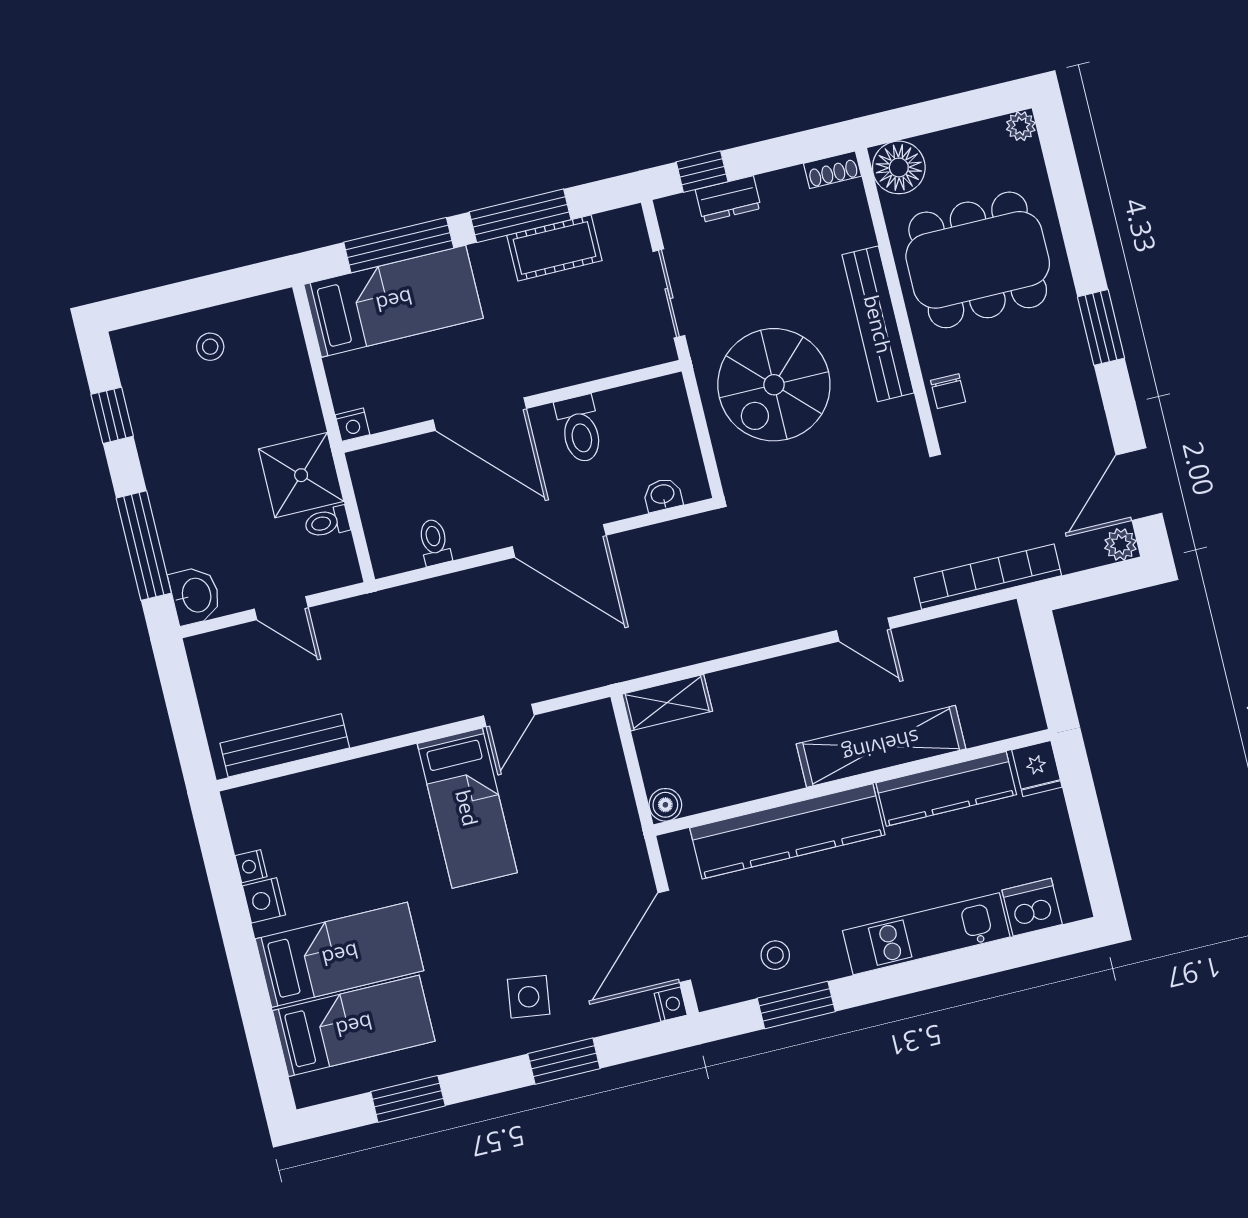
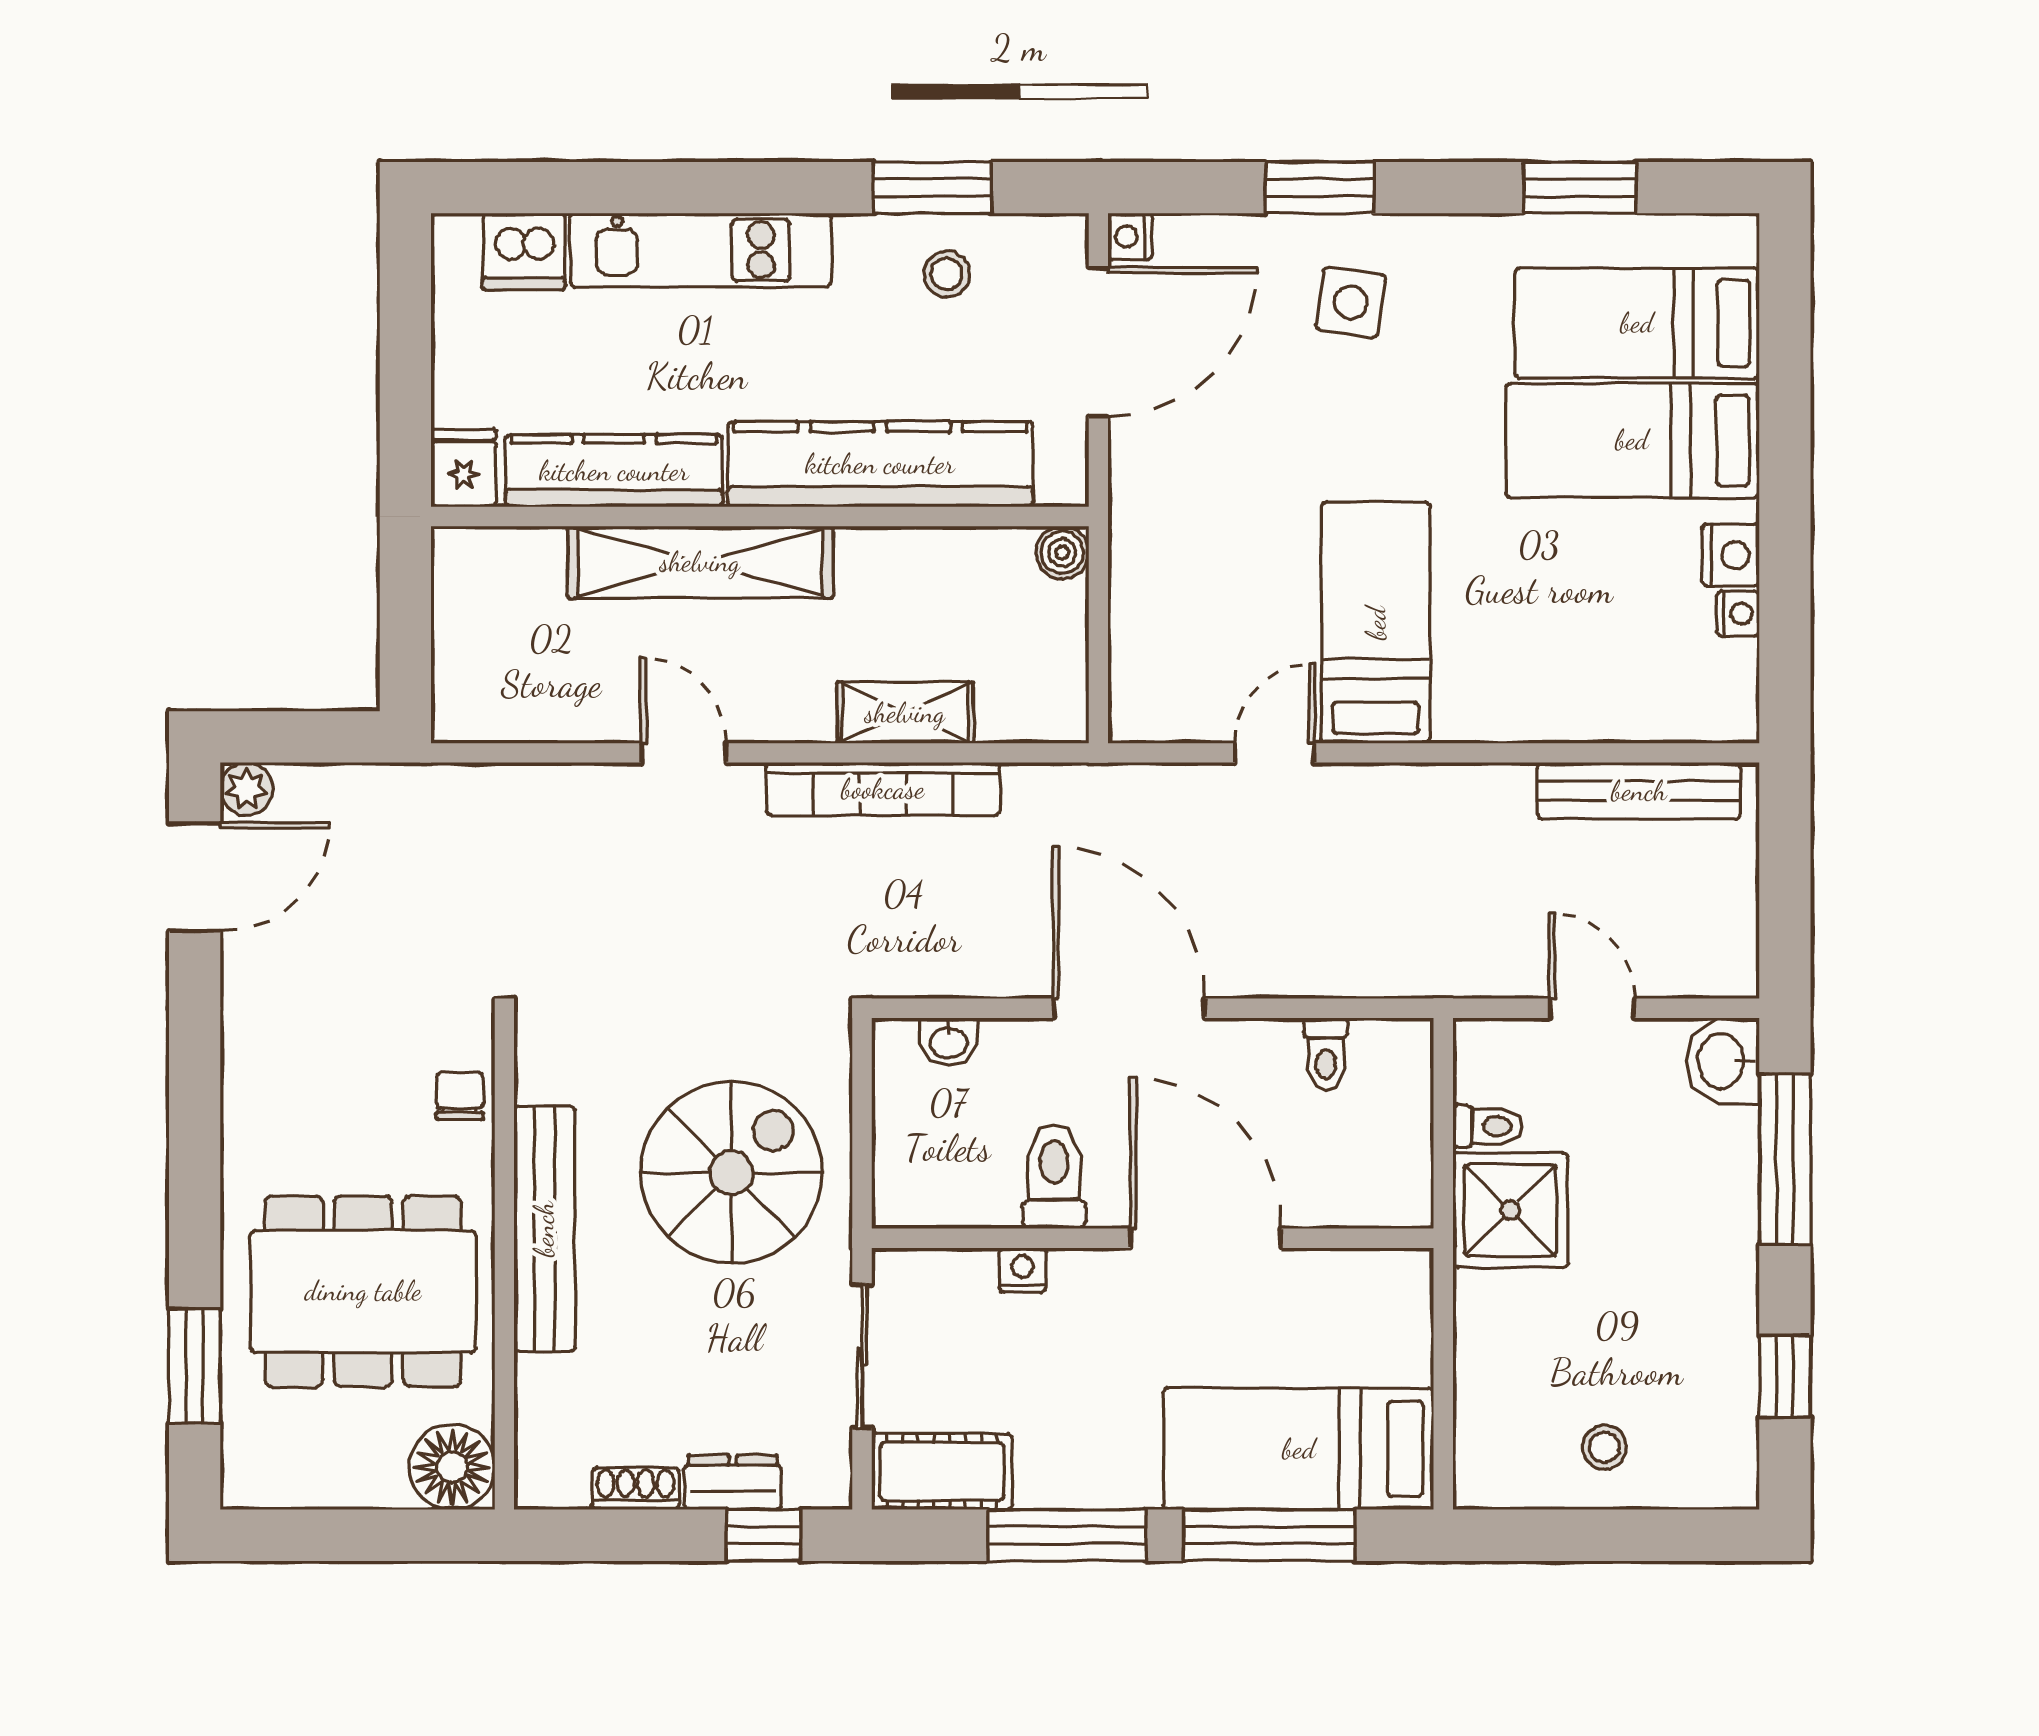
plant: (1021, 126) -> (244, 1486), removed
shoe rack: (833, 170) -> (636, 1489), moved
cot: (554, 248) -> (942, 1471), moved
window: (1101, 327) -> (195, 1366), moved
nightstand: (353, 425) -> (1022, 1270), moved
bookcase: (988, 577) -> (883, 789), moved
shelving: (667, 703) -> (905, 713), moved

